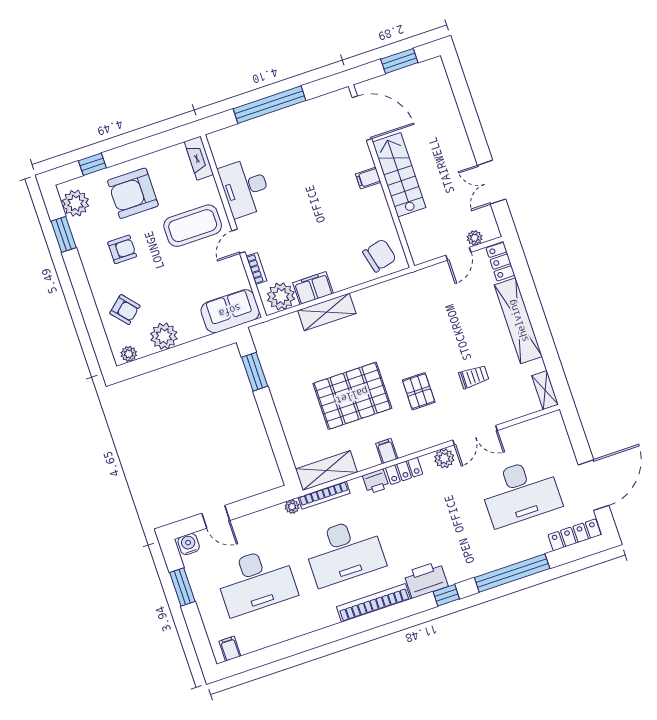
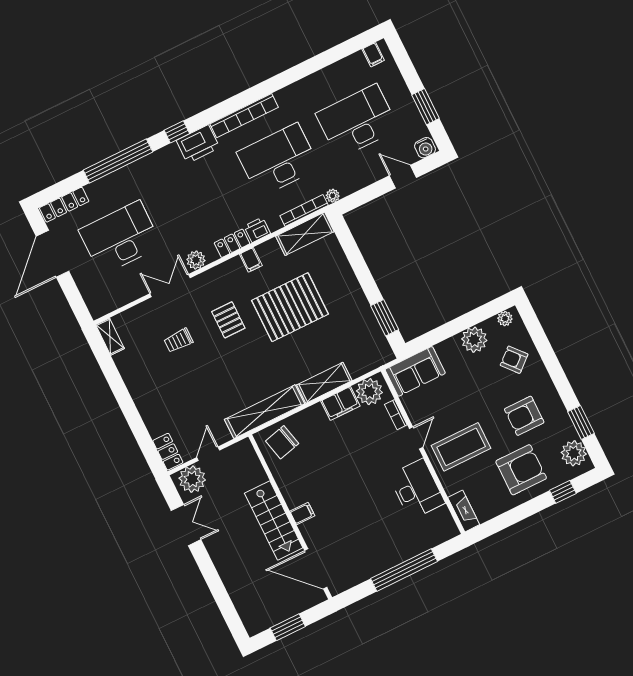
plant: (475, 238) -> (192, 479), width x1.88, depth x1.88
armchair: (122, 249) -> (524, 416), width x1.38, depth x1.38
shelving: (518, 321) -> (264, 412), moved, turned 90

